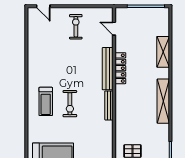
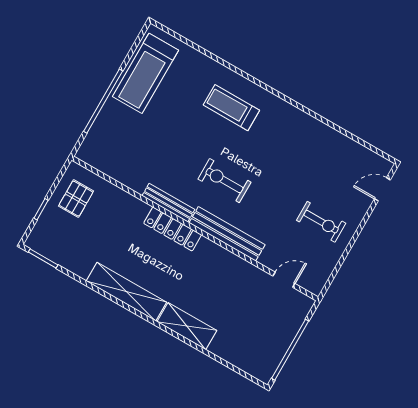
shelving: (163, 52) -> (187, 326), moved
locker: (120, 68) -> (173, 229), moved
exercise bike: (70, 104) -> (224, 181), moved

